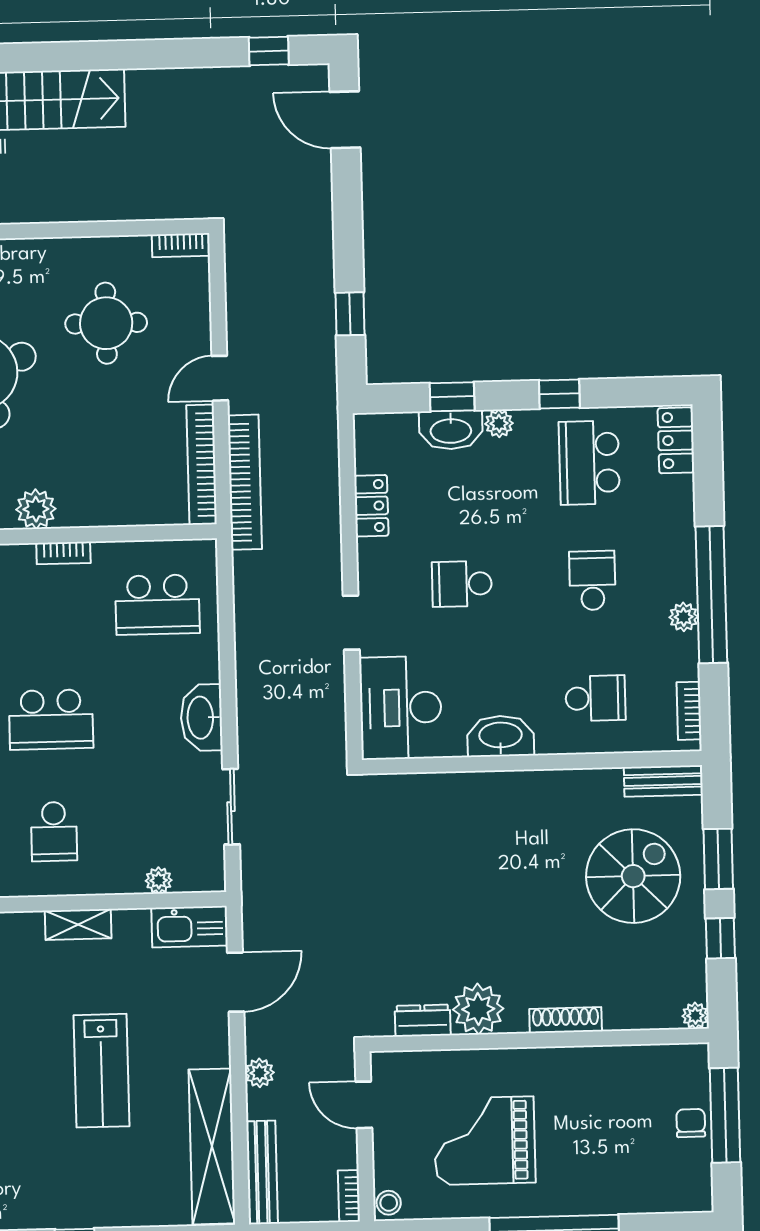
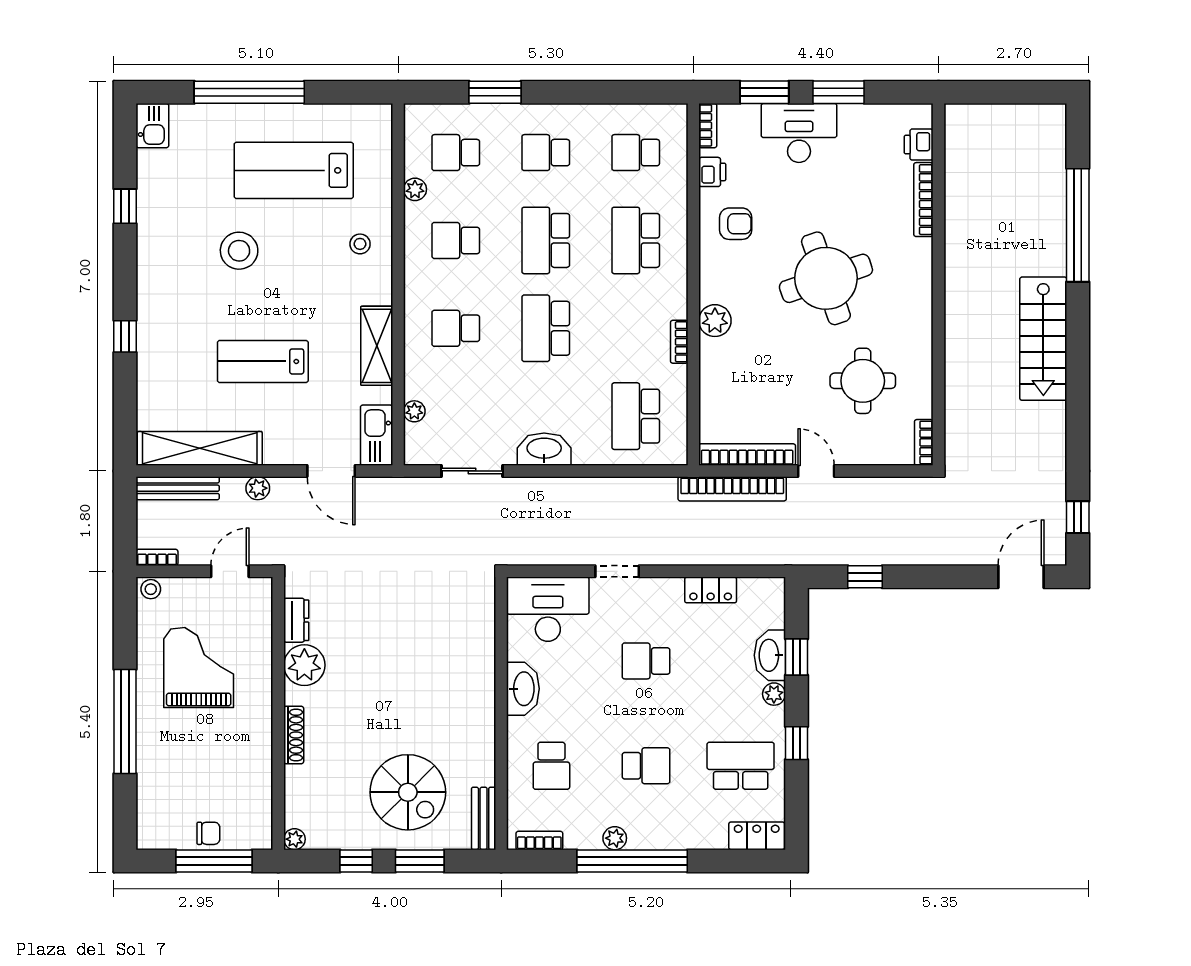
school desk: (462, 584) -> (646, 661), turned -90
shelving: (78, 925) -> (377, 346), width x1.50, depth x1.33

